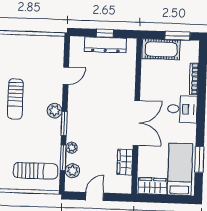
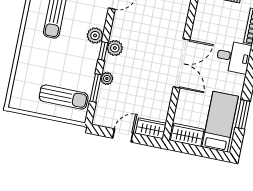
window: (64, 123) -> (103, 51), width x0.67
wardrobe: (125, 162) -> (151, 128), moved, turned 90
plant: (72, 171) -> (115, 48), moved

